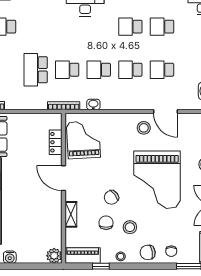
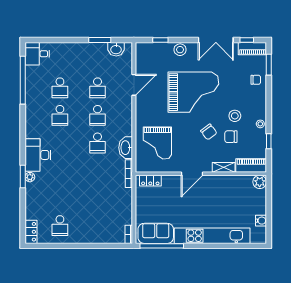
school desk: (36, 70) -> (98, 198), removed
school desk: (67, 70) -> (98, 171), removed
washbasin: (93, 104) -> (126, 148), width x1.91, depth x1.45
stool: (144, 128) -> (148, 104), removed
grand piano: (83, 140) -> (157, 143), moved, turned -87
locker: (56, 142) -> (150, 181), moved
chair: (148, 252) -> (257, 100), removed
piano: (83, 256) -> (251, 166), moved, turned 90

